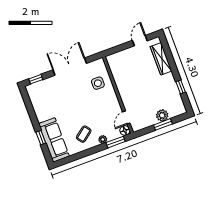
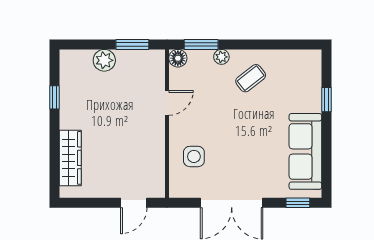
door: (140, 41) -> (134, 203), moved
door: (126, 117) -> (167, 103), moved
window: (163, 124) -> (132, 44), moved
sofa: (54, 140) -> (305, 151), moved

